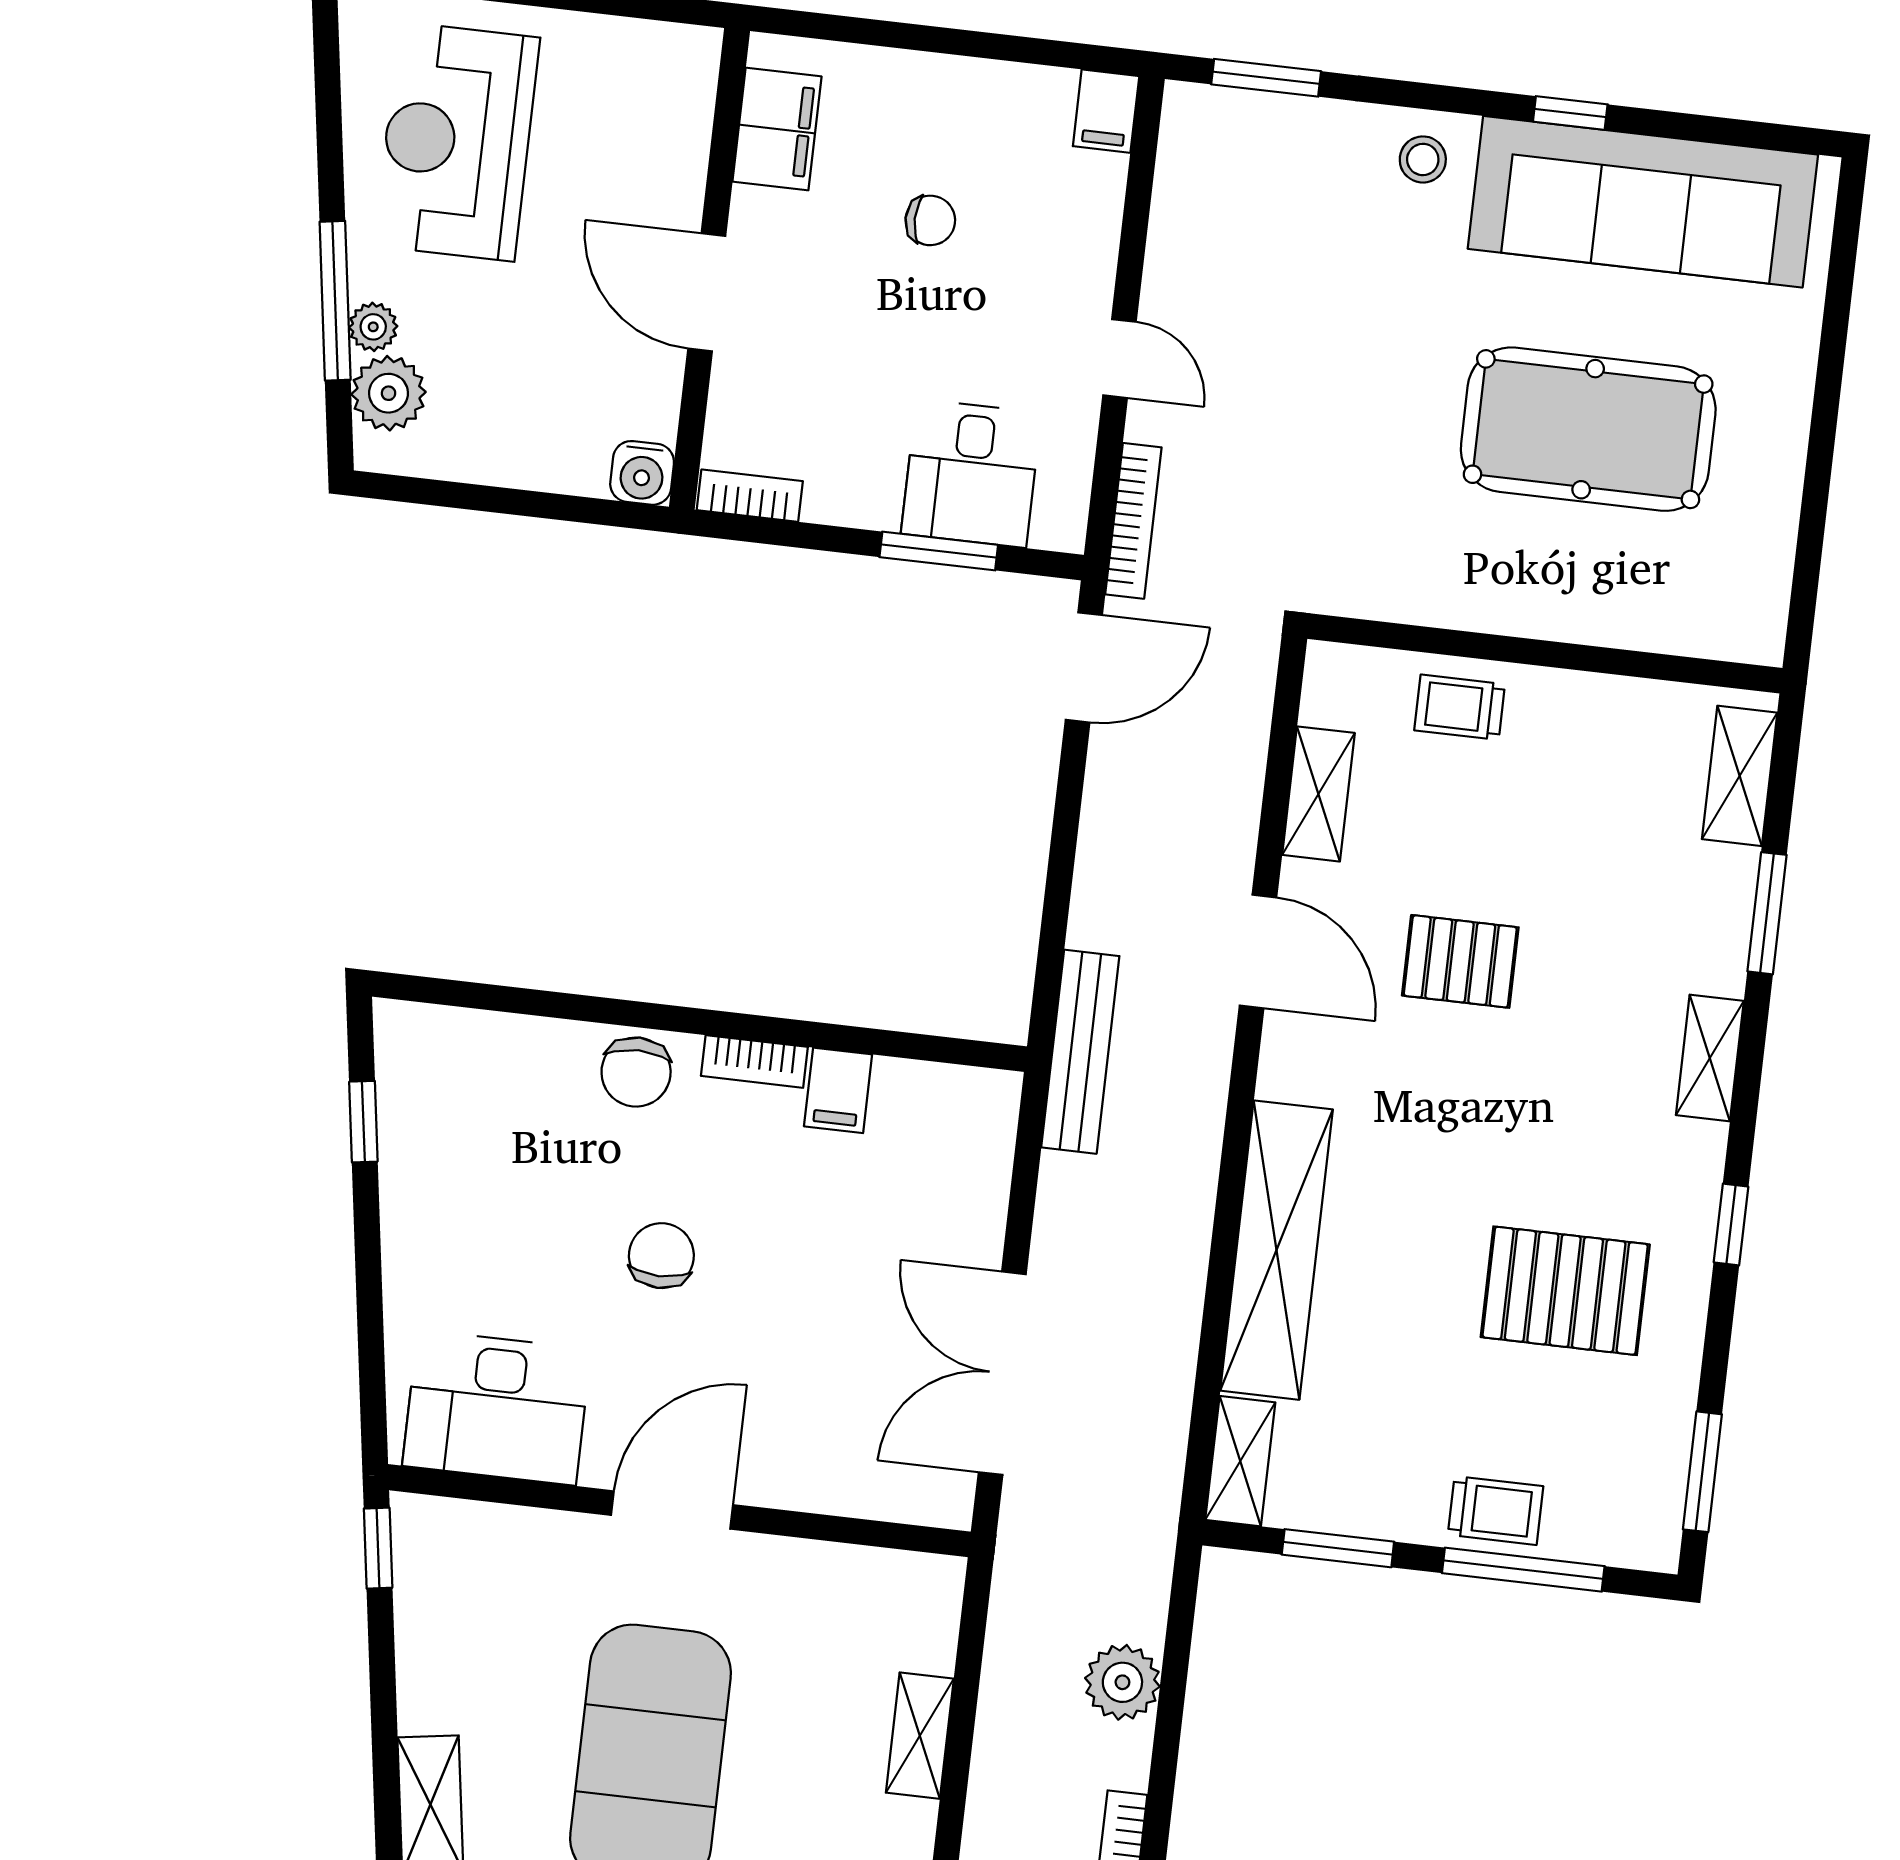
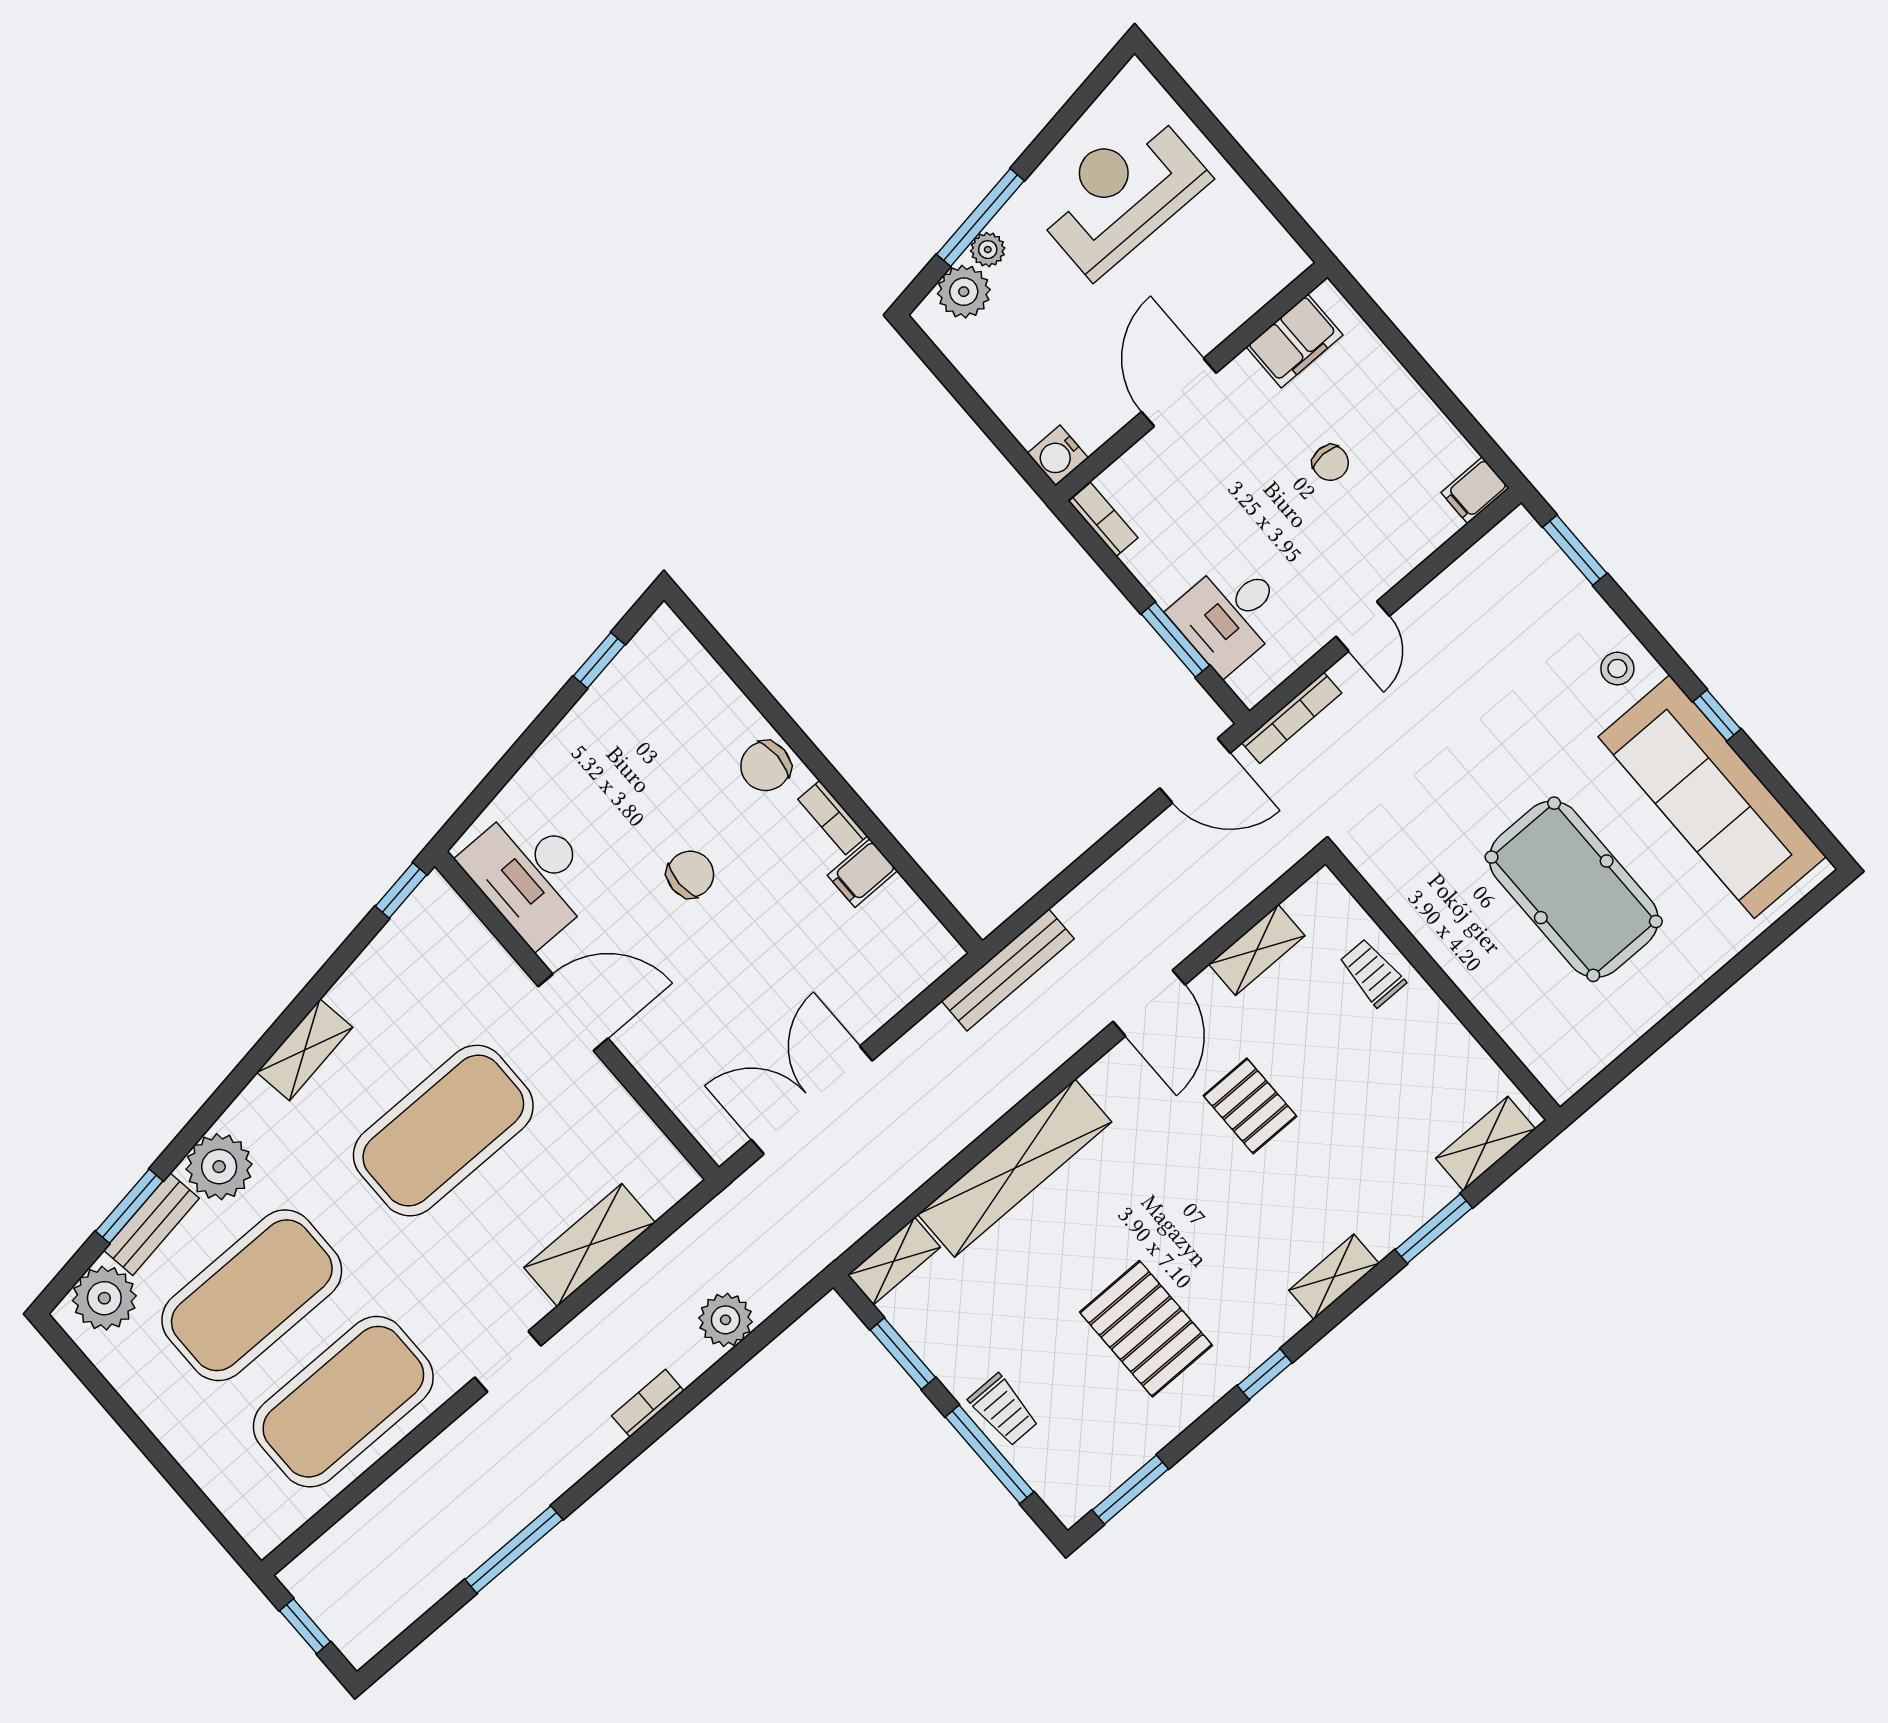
shelving: (920, 1736) -> (590, 1245), width x1.50, depth x1.33

